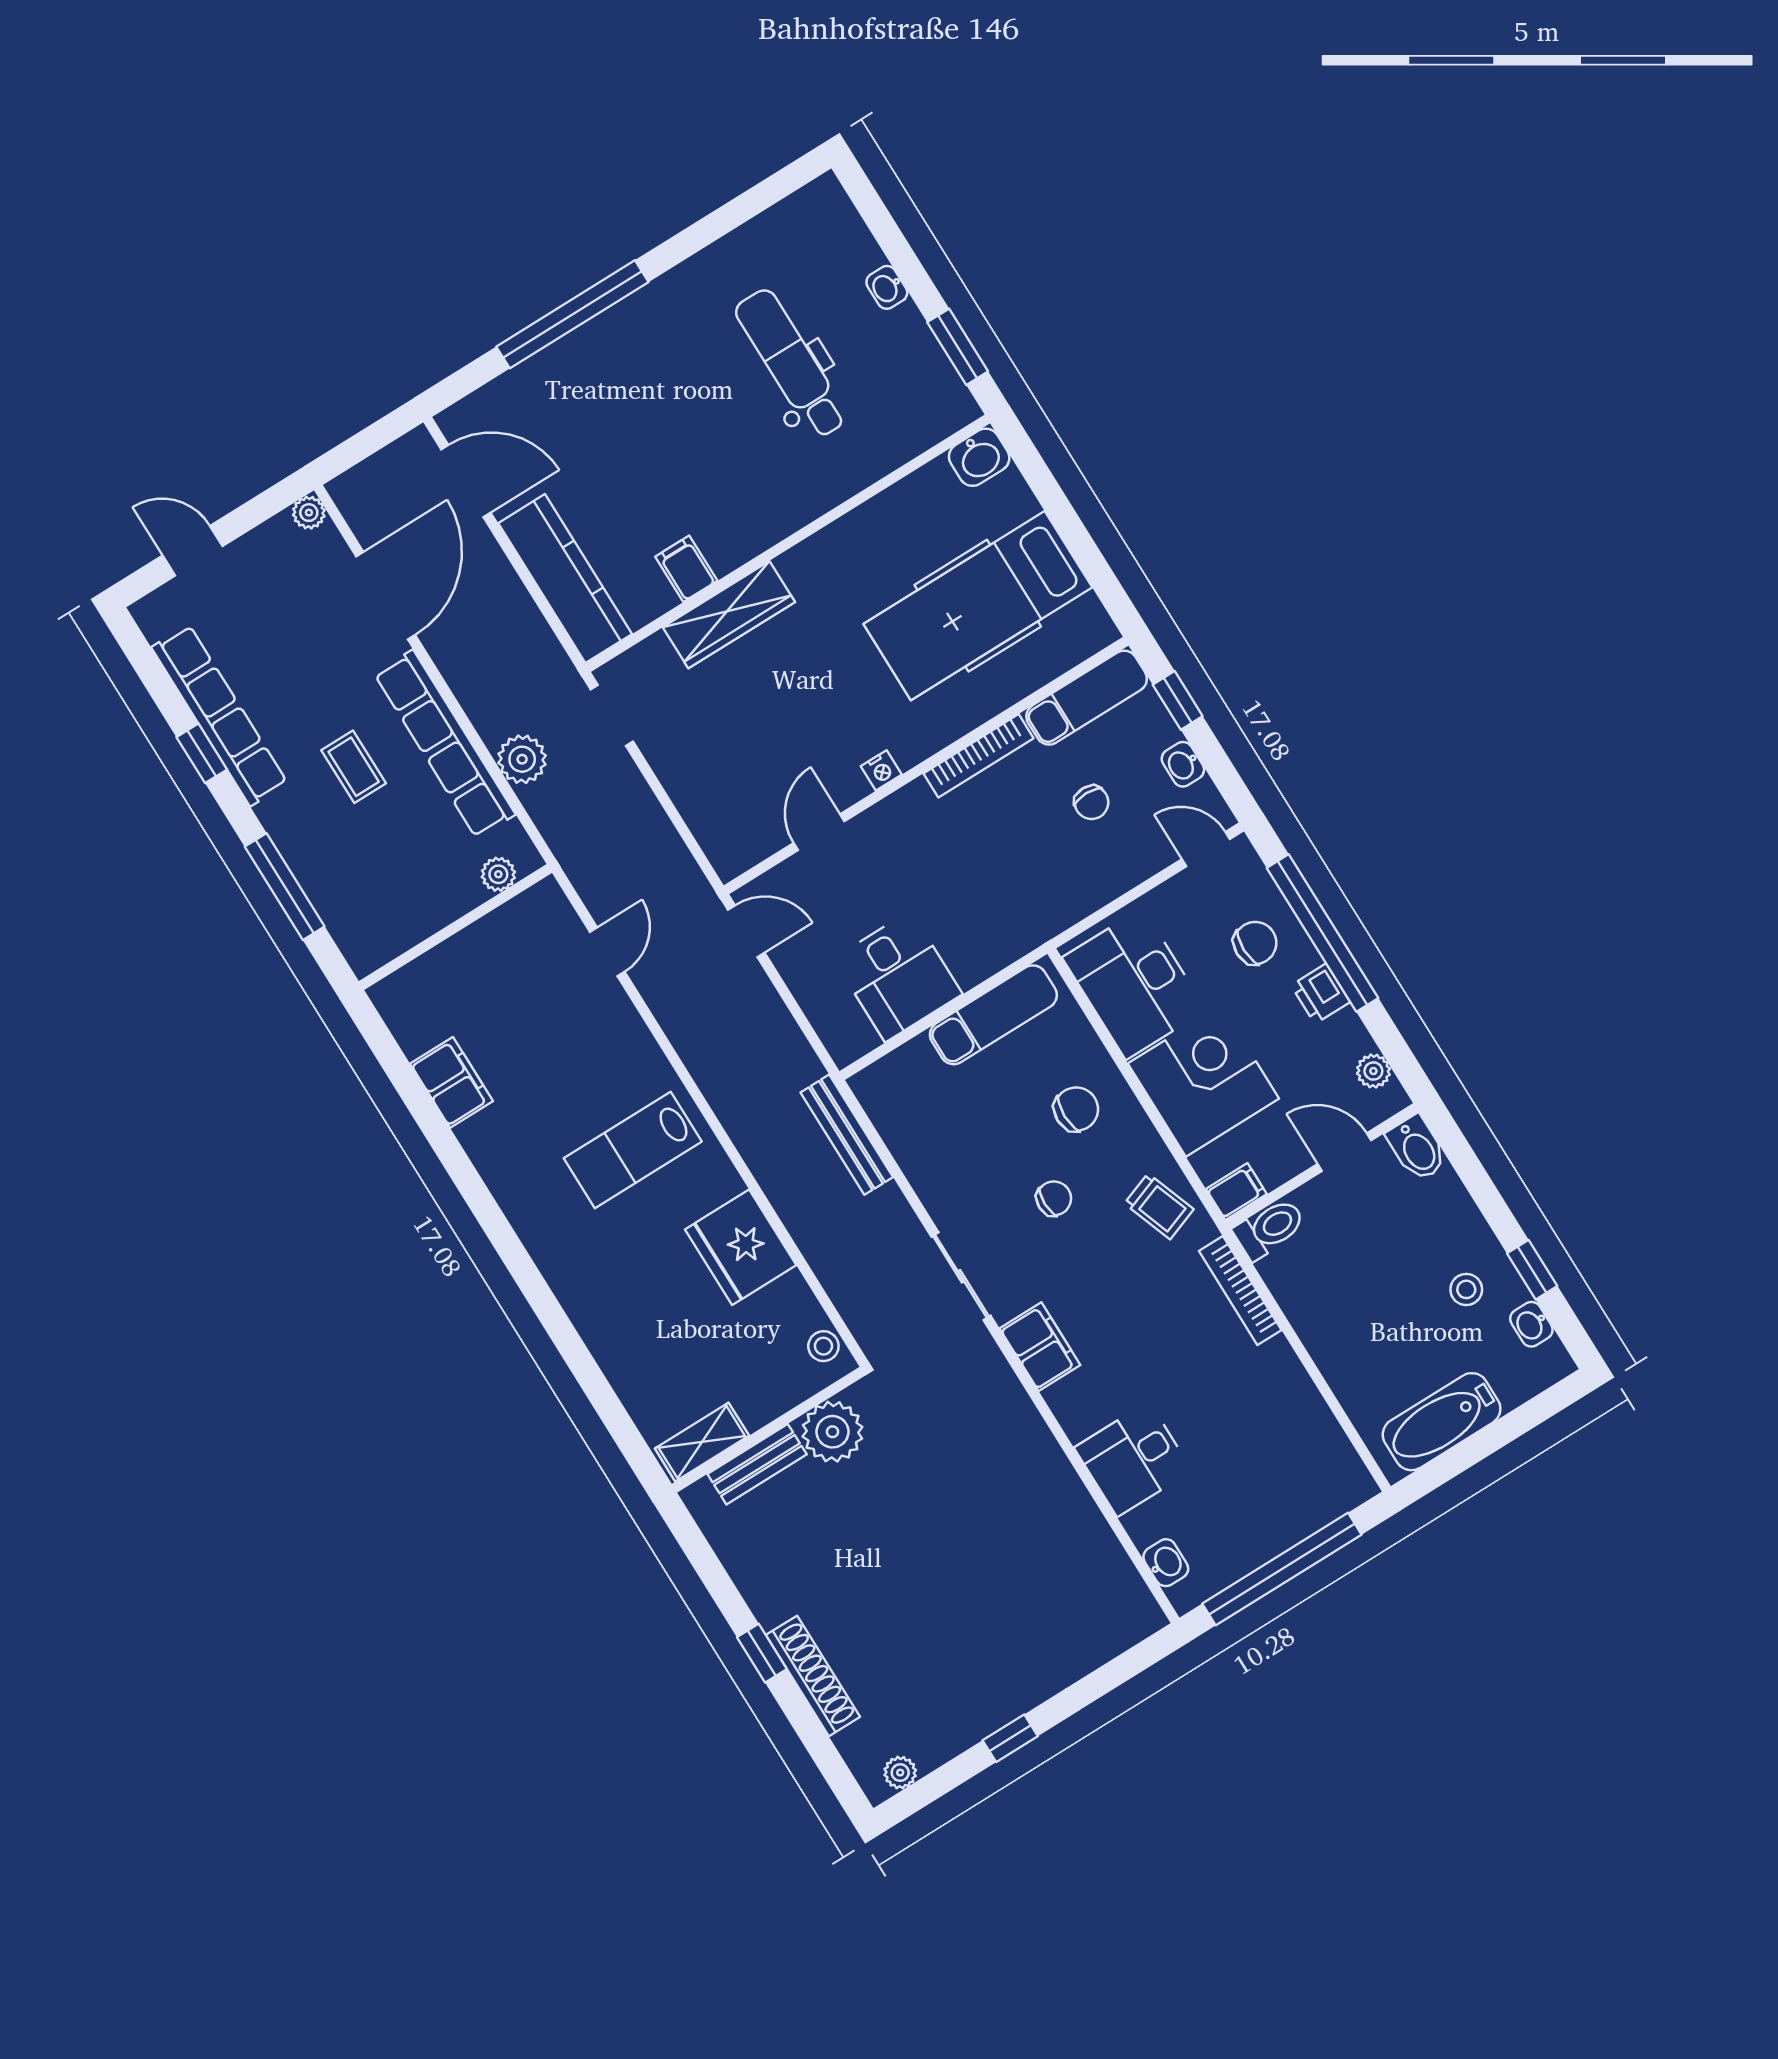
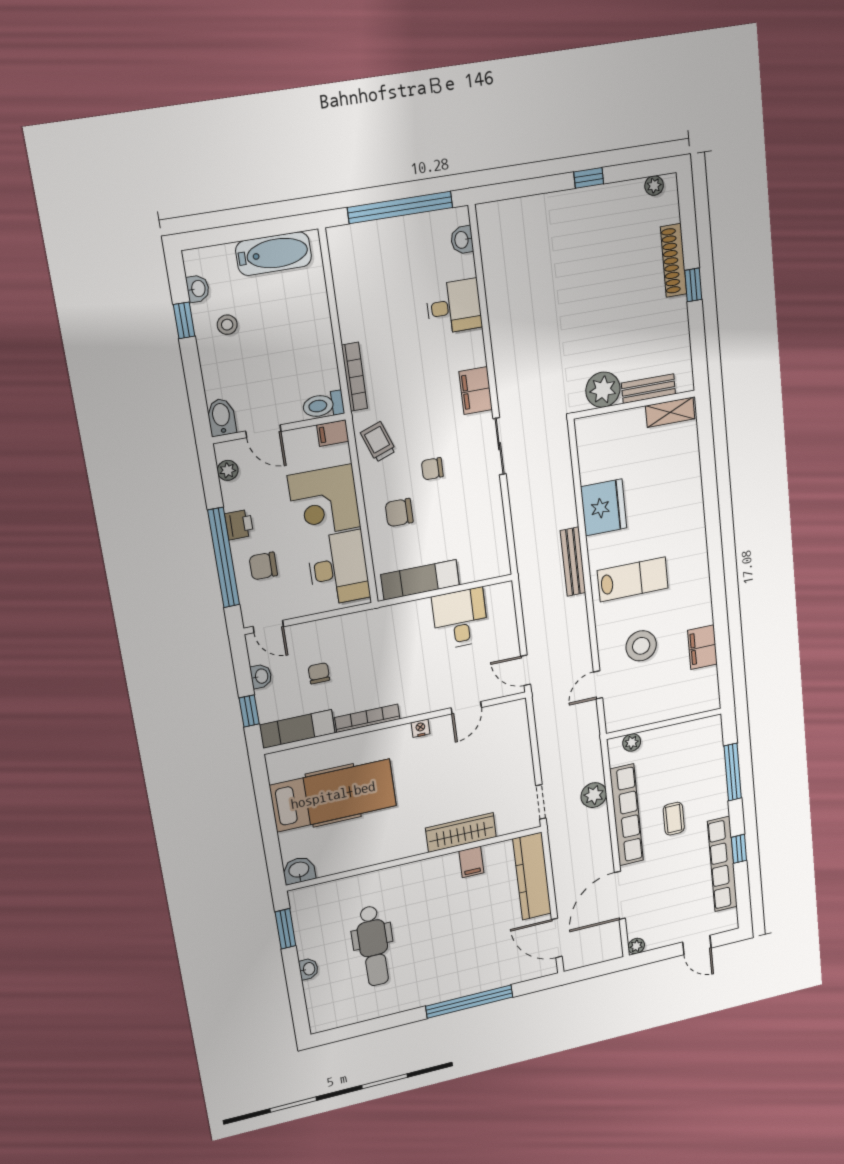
bench: (847, 1135) -> (573, 562), moved
stool: (823, 1346) -> (641, 646), moved, width x1.89, depth x1.89

